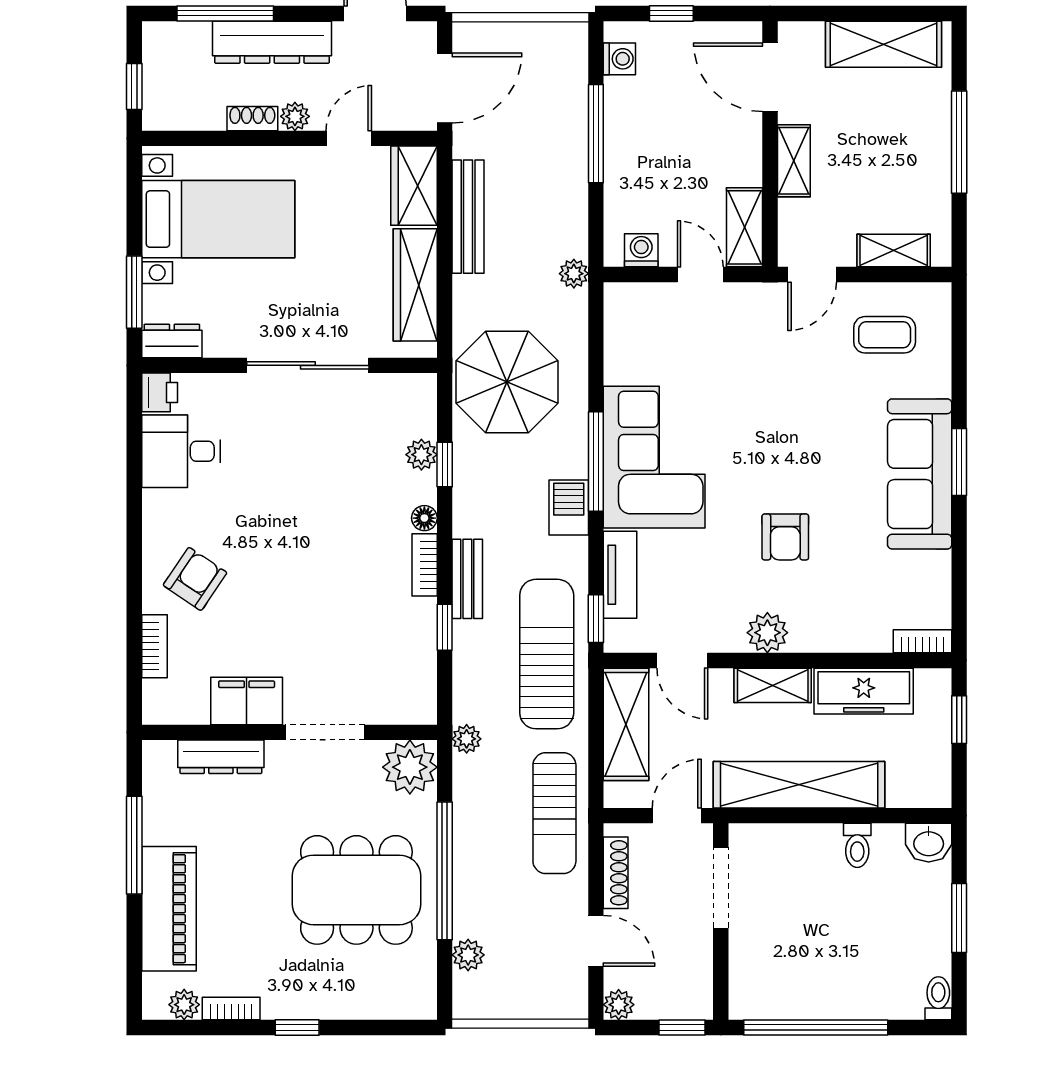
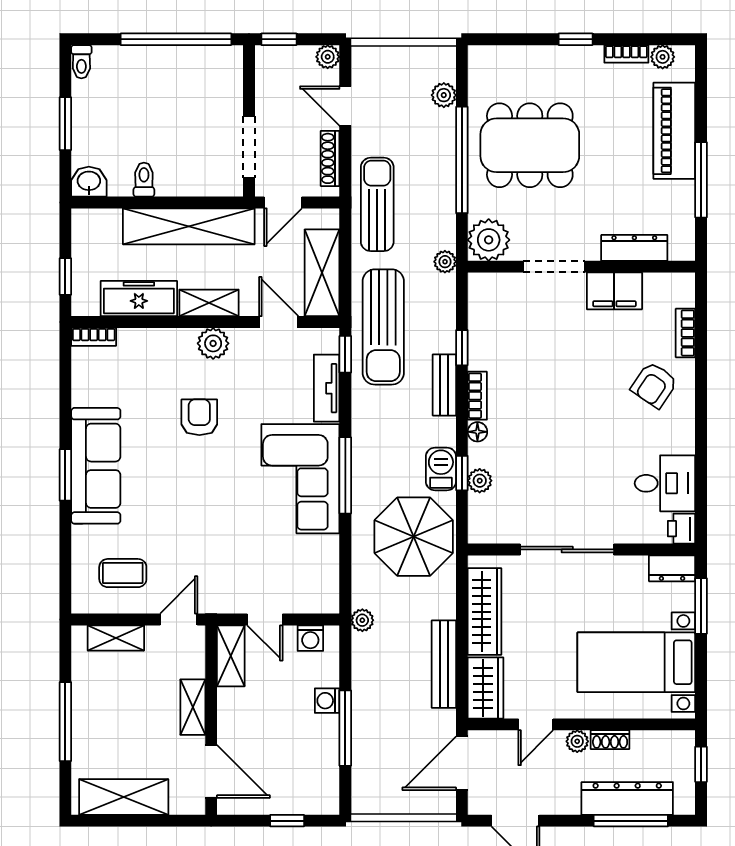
dresser: (272, 42) -> (627, 798), moved
washing machine: (619, 59) -> (327, 701), moved
barbecue: (569, 507) -> (441, 469), moved, turned 180

